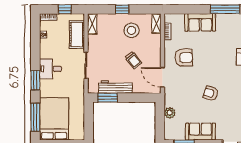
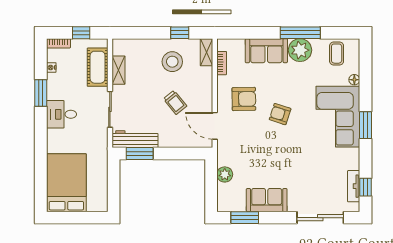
window: (122, 9) -> (180, 33), moved
plant: (225, 22) -> (300, 50), added
shelving: (92, 24) -> (119, 70), moved
window: (35, 80) -> (41, 93), moved
workbench: (115, 87) -> (135, 139), moved
armchair: (211, 93) -> (280, 114), moved
window: (35, 117) -> (41, 181), removed

